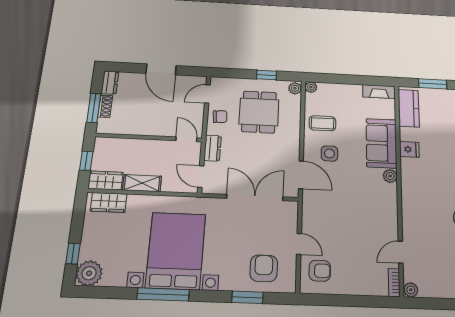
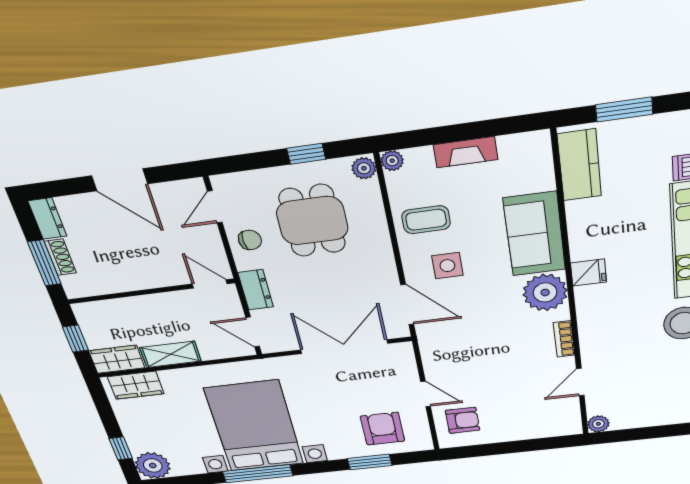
fireplace: (379, 92) -> (466, 152), moved
fridge: (409, 149) -> (588, 273), moved
plant: (390, 176) -> (545, 292), width x1.88, depth x1.88
bookcase: (394, 283) -> (564, 339), moved

